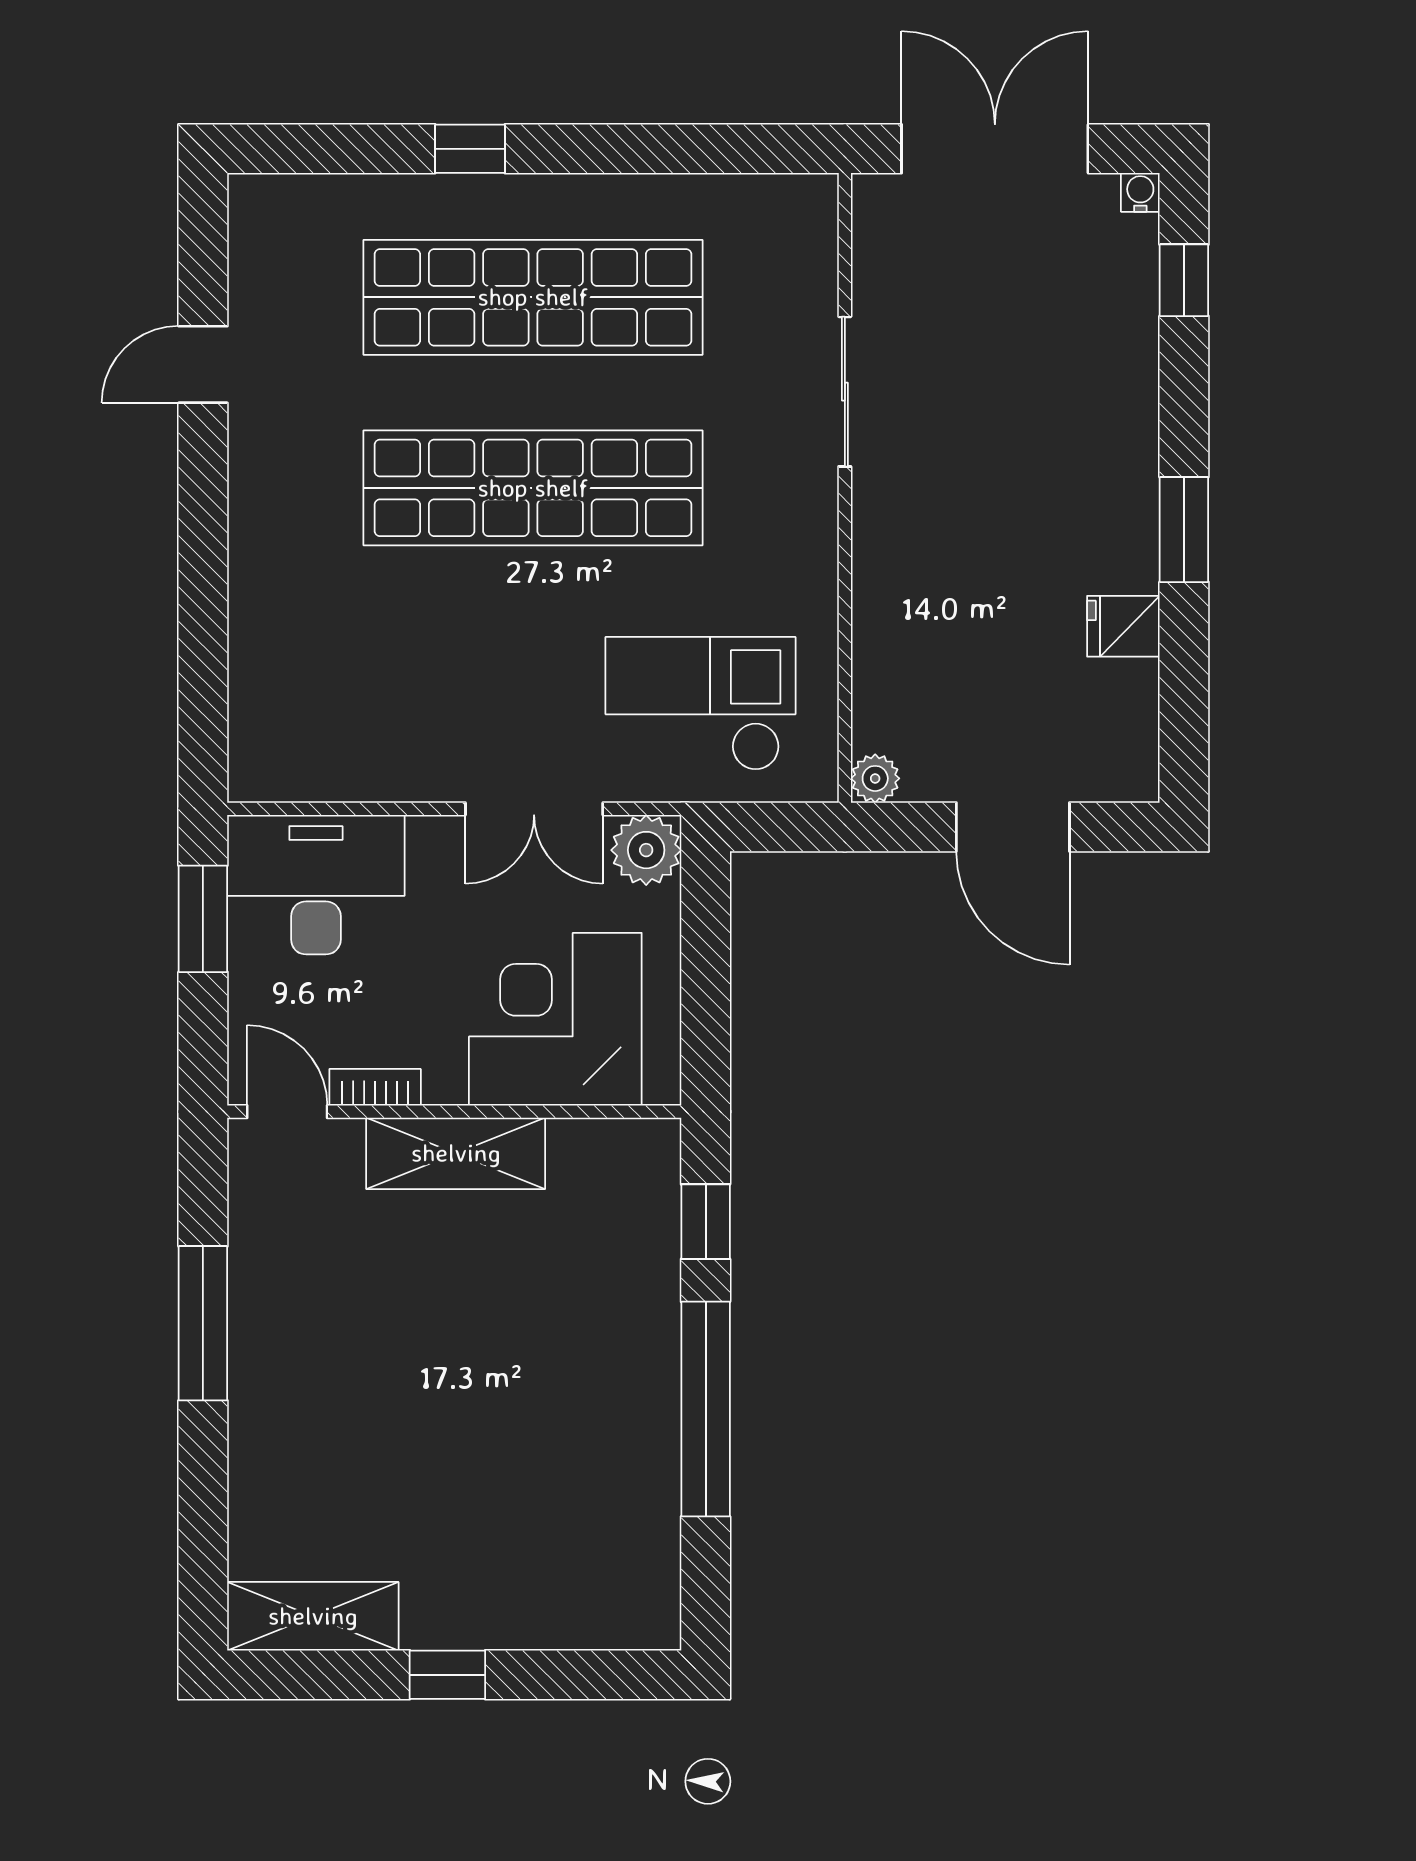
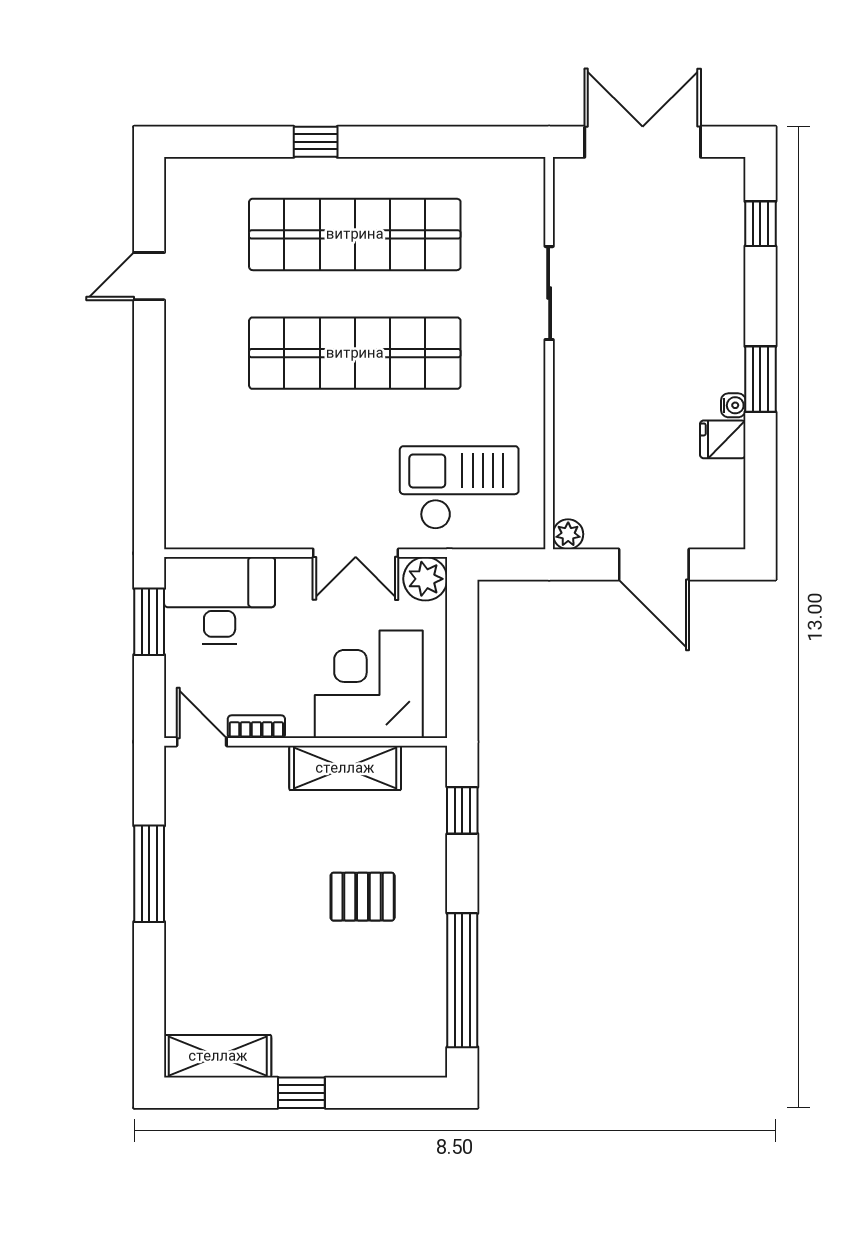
water cooler: (1140, 192) -> (733, 405), moved, turned 90
shelving: (456, 1153) -> (345, 768), moved
pallet: (545, 1360) -> (363, 897), added
window: (706, 1409) -> (462, 980), moved

